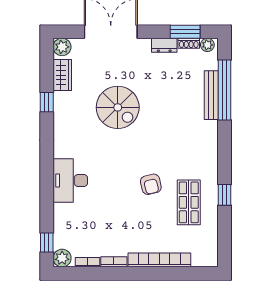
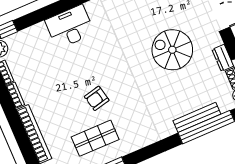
spiral stairs: (118, 107) -> (172, 50), moved, turned 90

